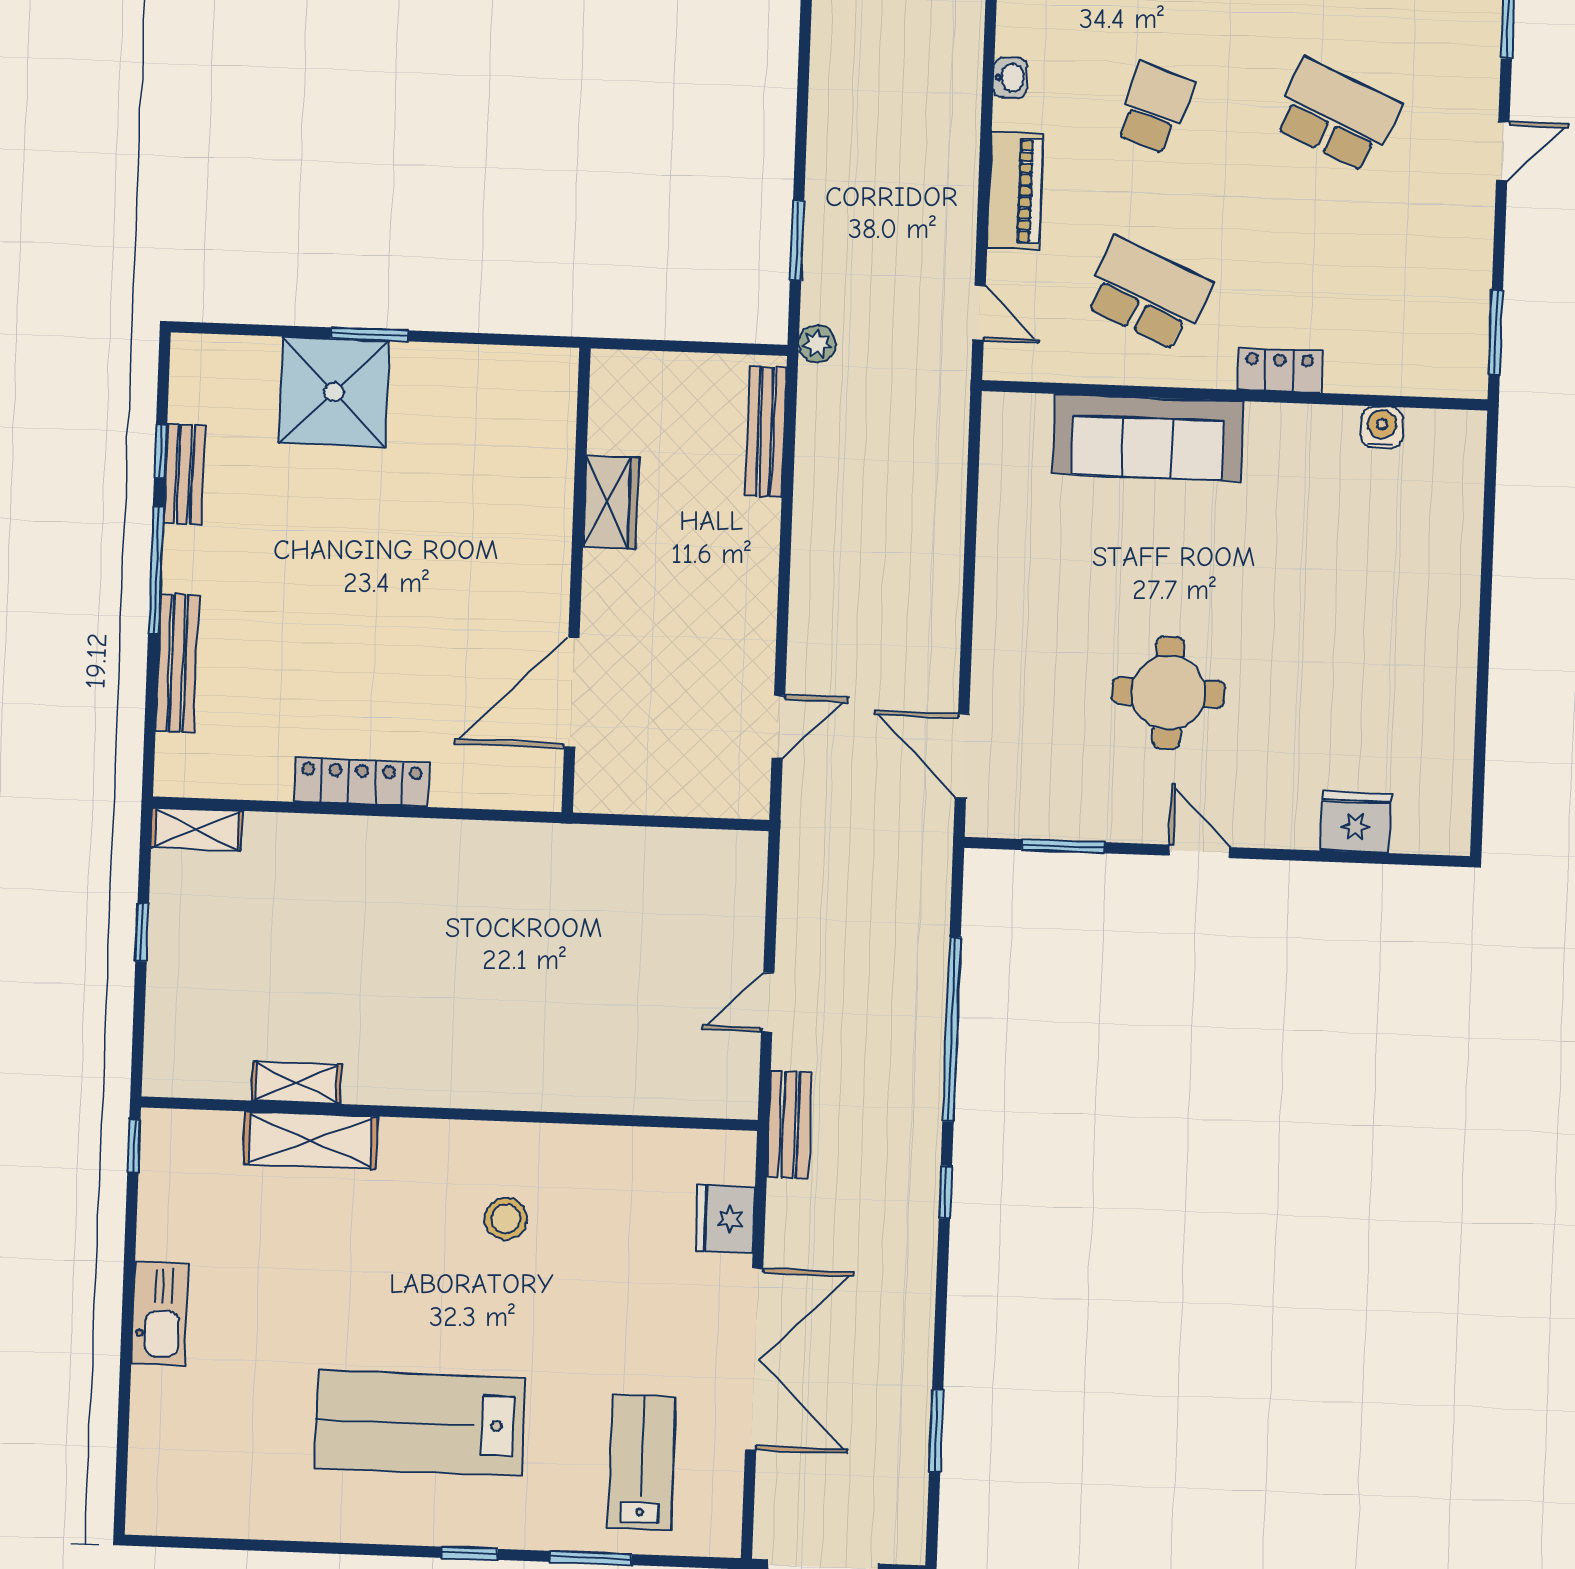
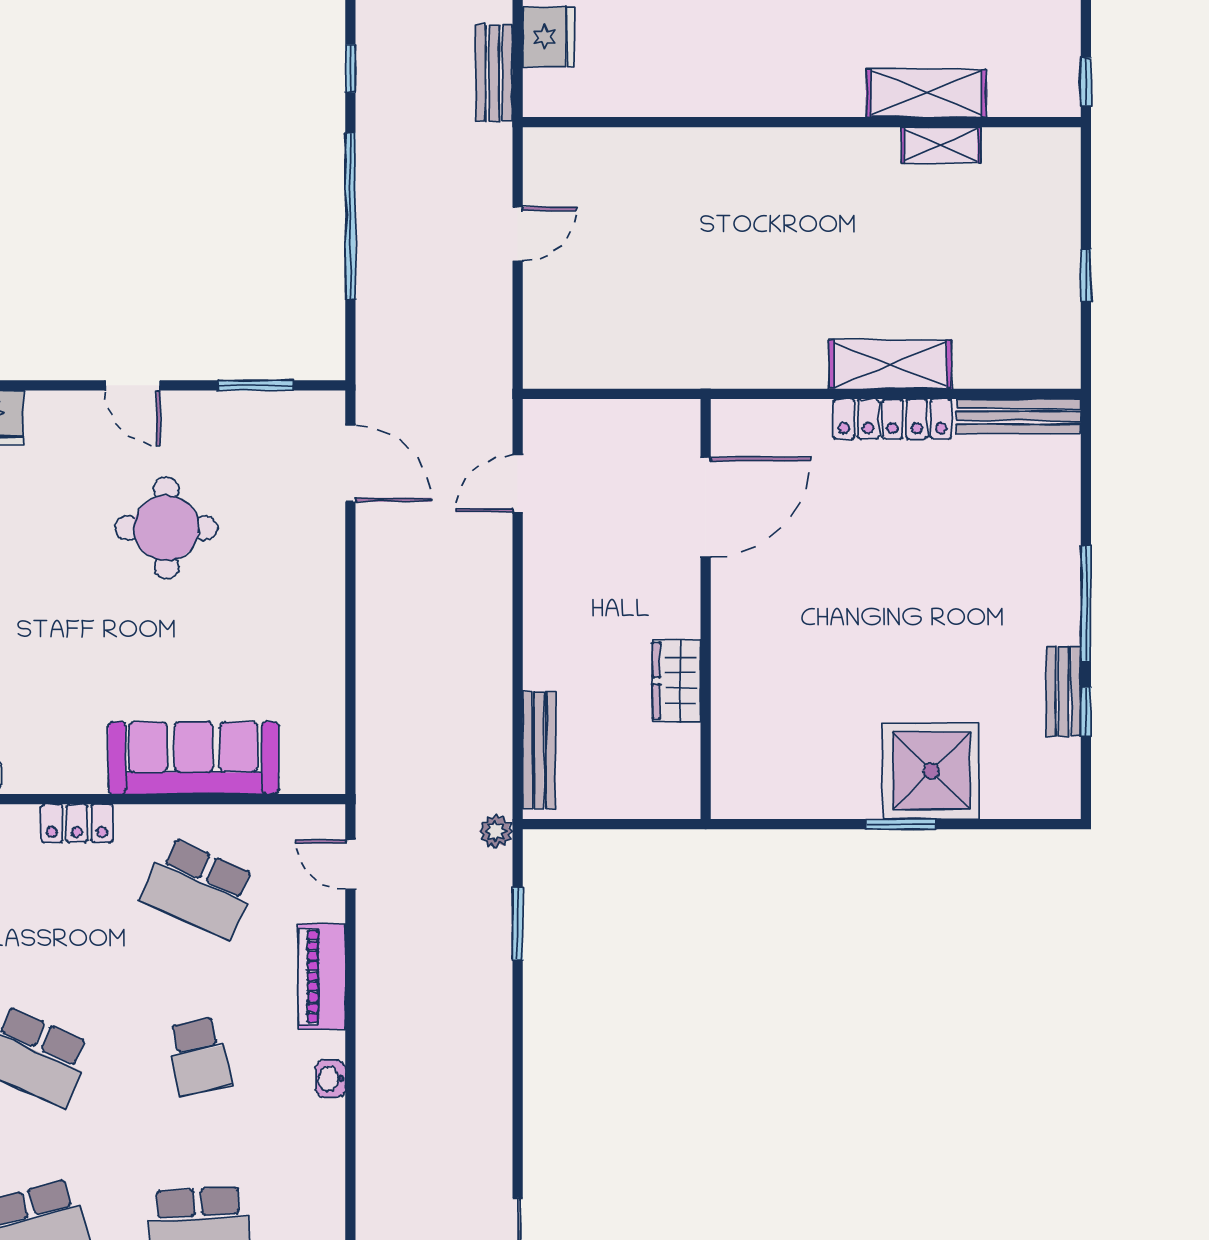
school desk: (1154, 108) -> (199, 1056), turned -30
bench: (177, 663) -> (1019, 416), moved, turned 90
shelving: (197, 829) -> (890, 364), moved, width x1.50, depth x1.33
bench: (789, 1125) -> (494, 73), moved
stool: (506, 1219) -> (747, 29), removed

